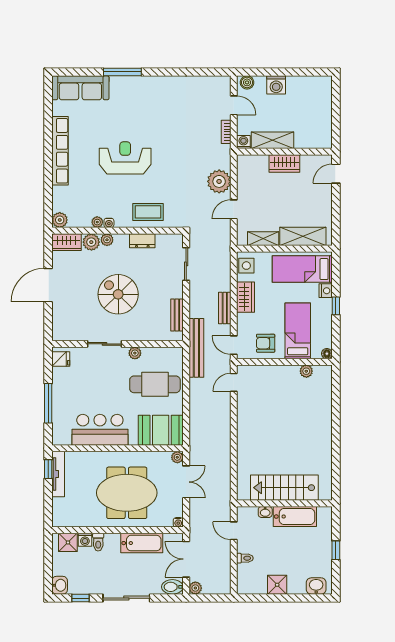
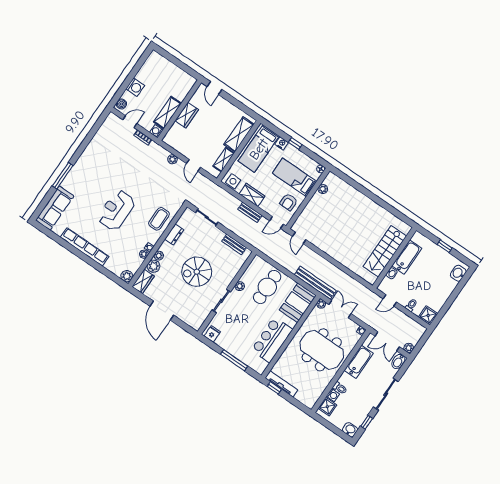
plant: (219, 181) -> (172, 159), width x0.53, depth x0.53
bench: (196, 348) -> (315, 283), moved
meeting table: (127, 493) -> (322, 350), turned 90
shower: (277, 585) -> (428, 315), moved

